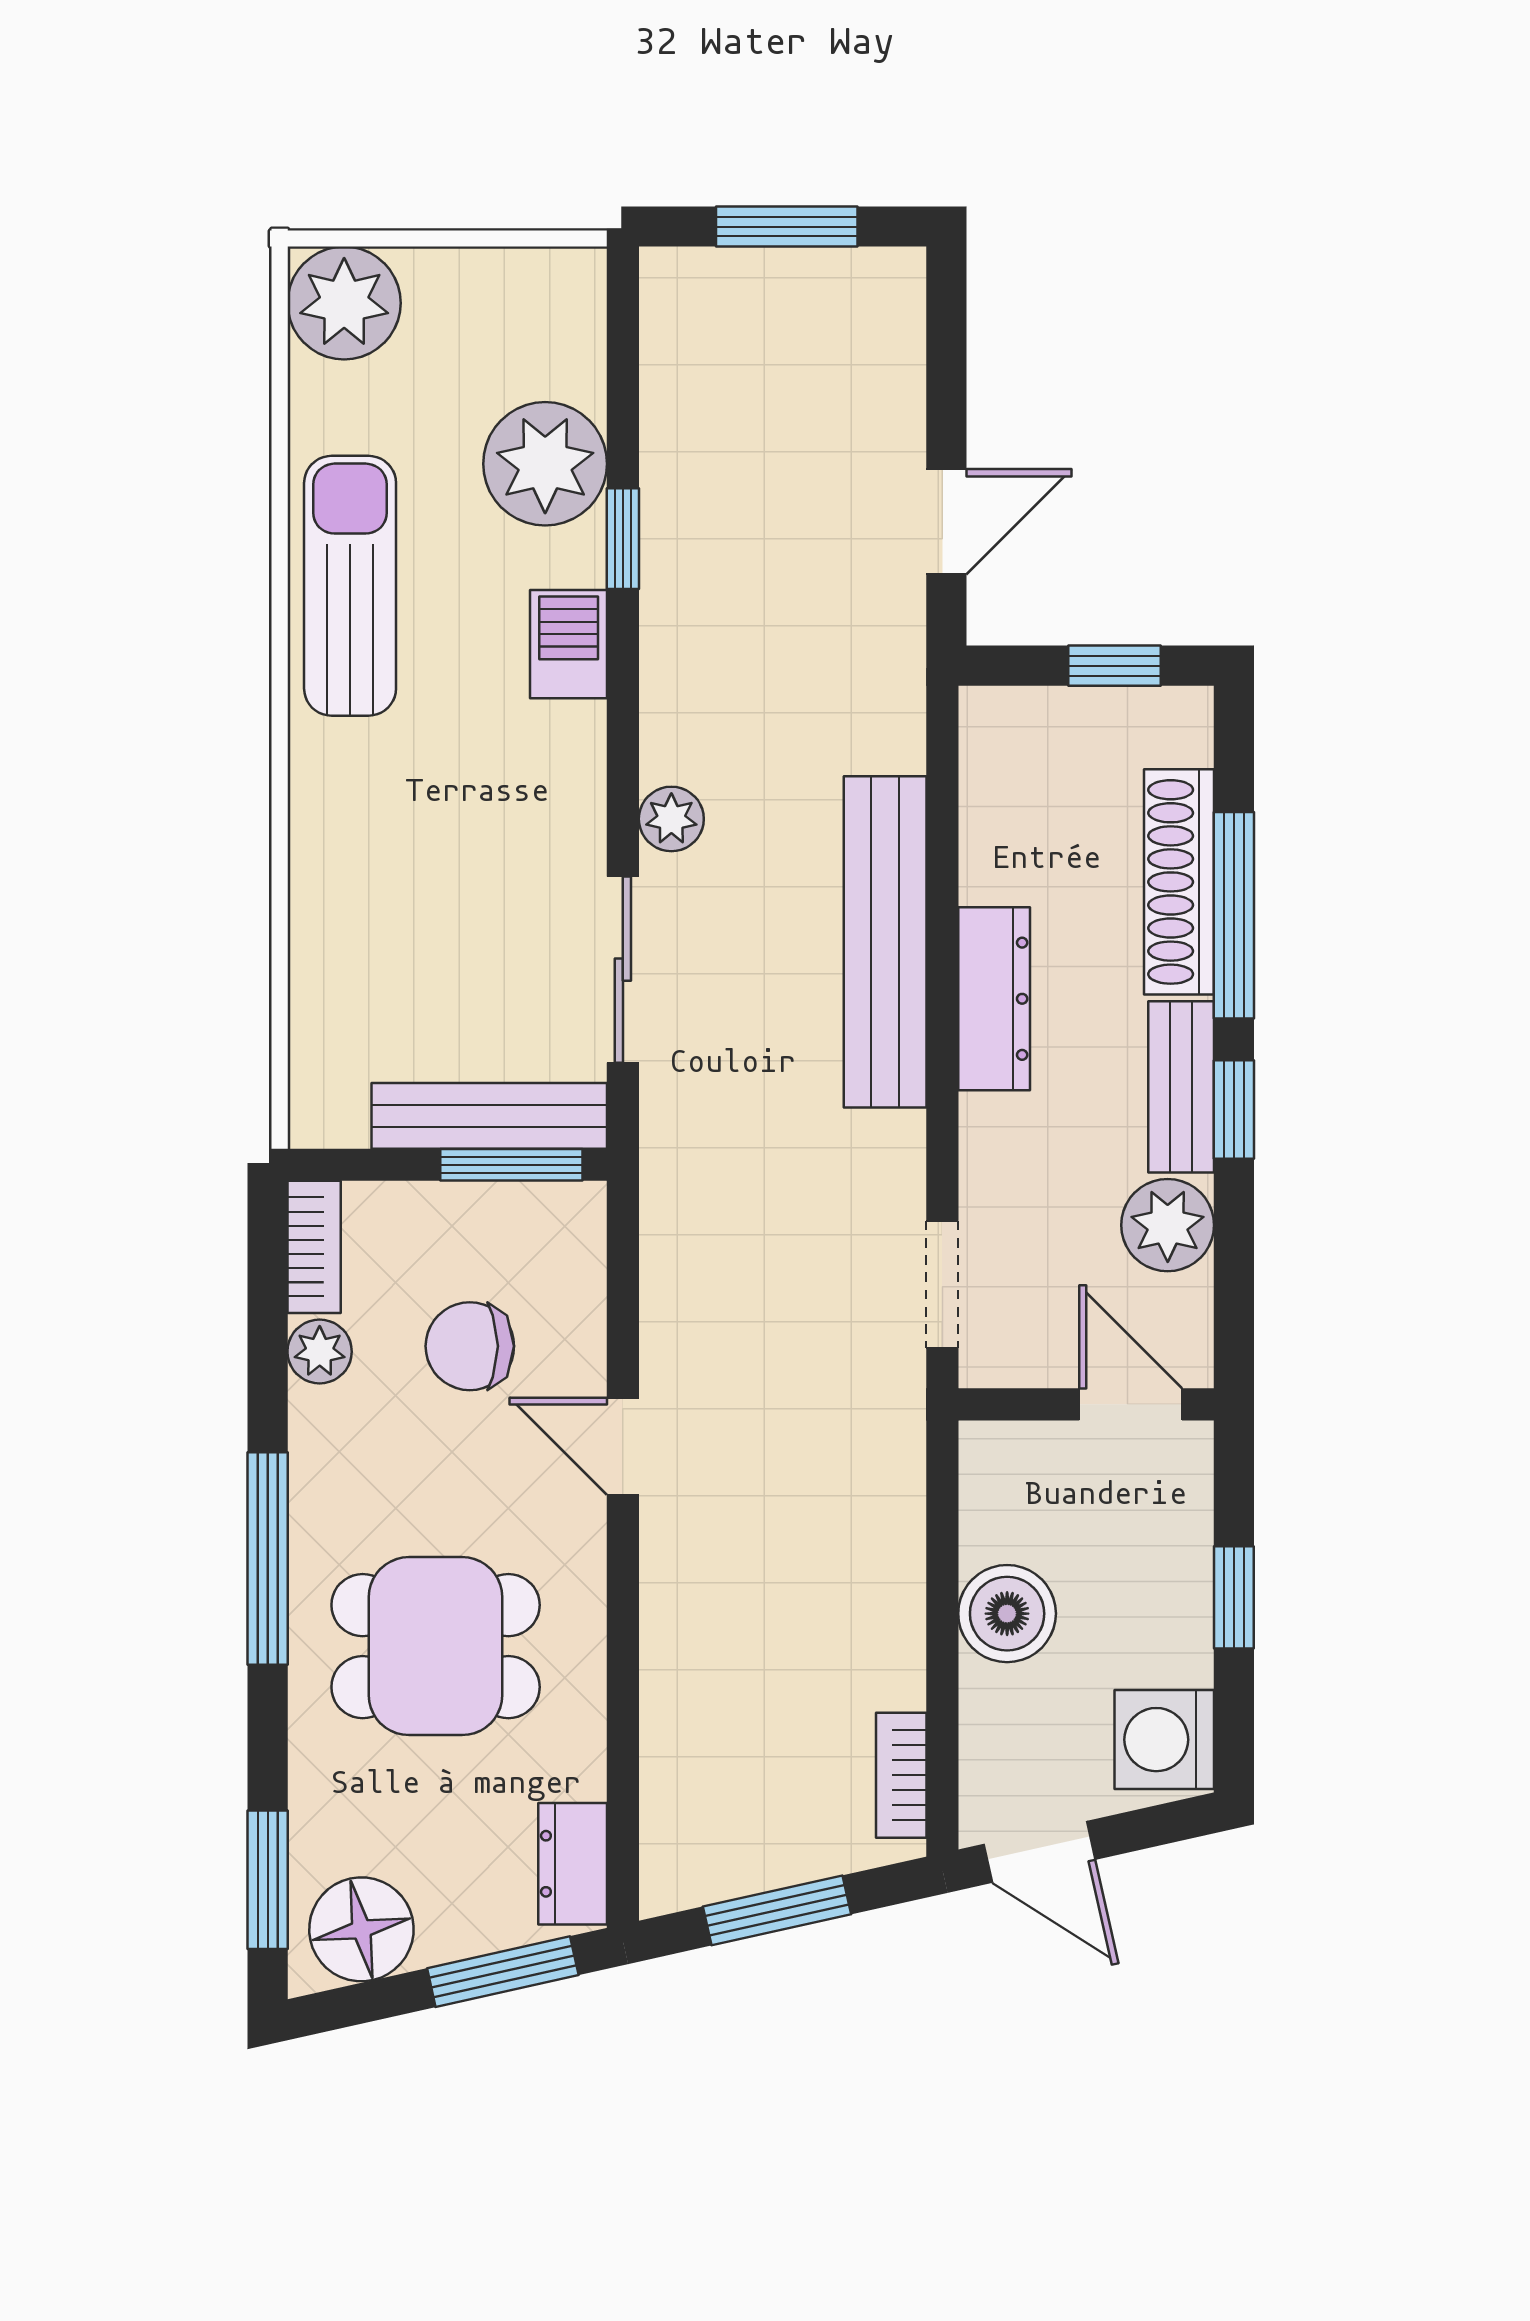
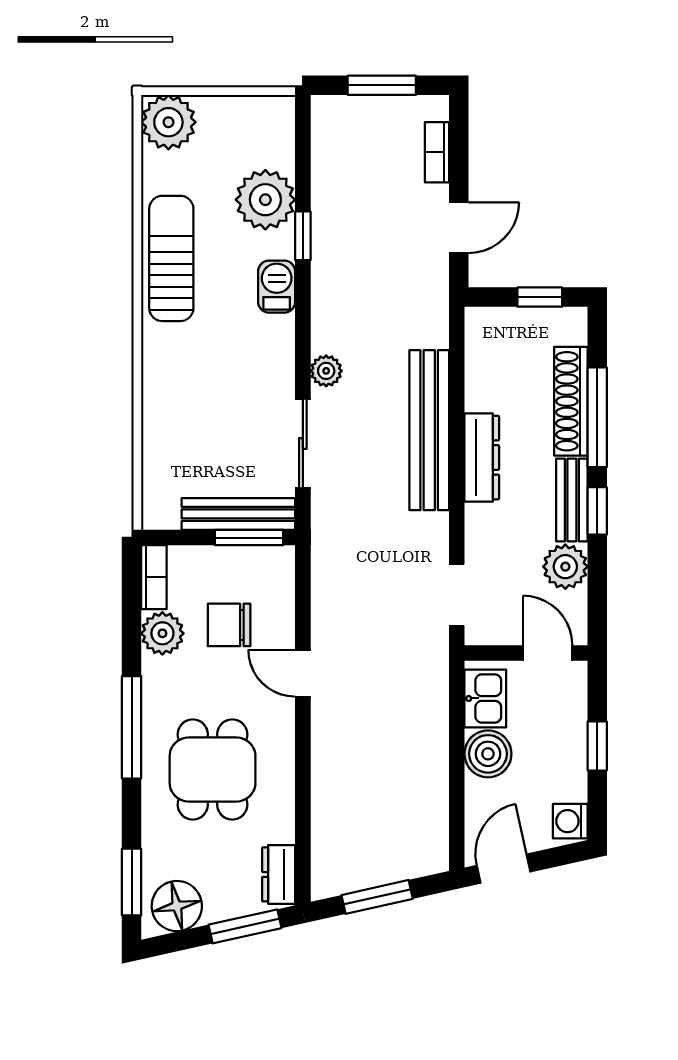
plant: (320, 1352) -> (162, 633), width x1.38, depth x1.38
kitchen sink: (1002, 1499) -> (485, 698), added
dining table: (436, 1646) -> (213, 770), turned 90
washing machine: (1164, 1740) -> (570, 821), width x0.73, depth x0.73
bookcase: (901, 1775) -> (437, 152), moved
door: (1039, 1852) -> (504, 869), swing flipped

